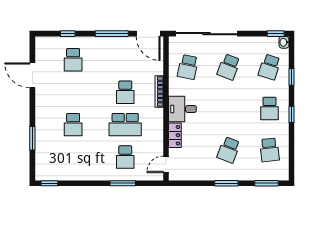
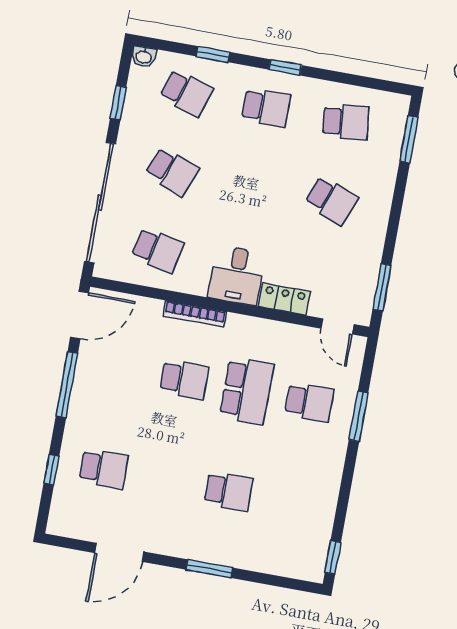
window: (276, 34) -> (118, 103), moved
window: (32, 138) -> (209, 569), moved
window: (226, 183) -> (382, 287), moved

